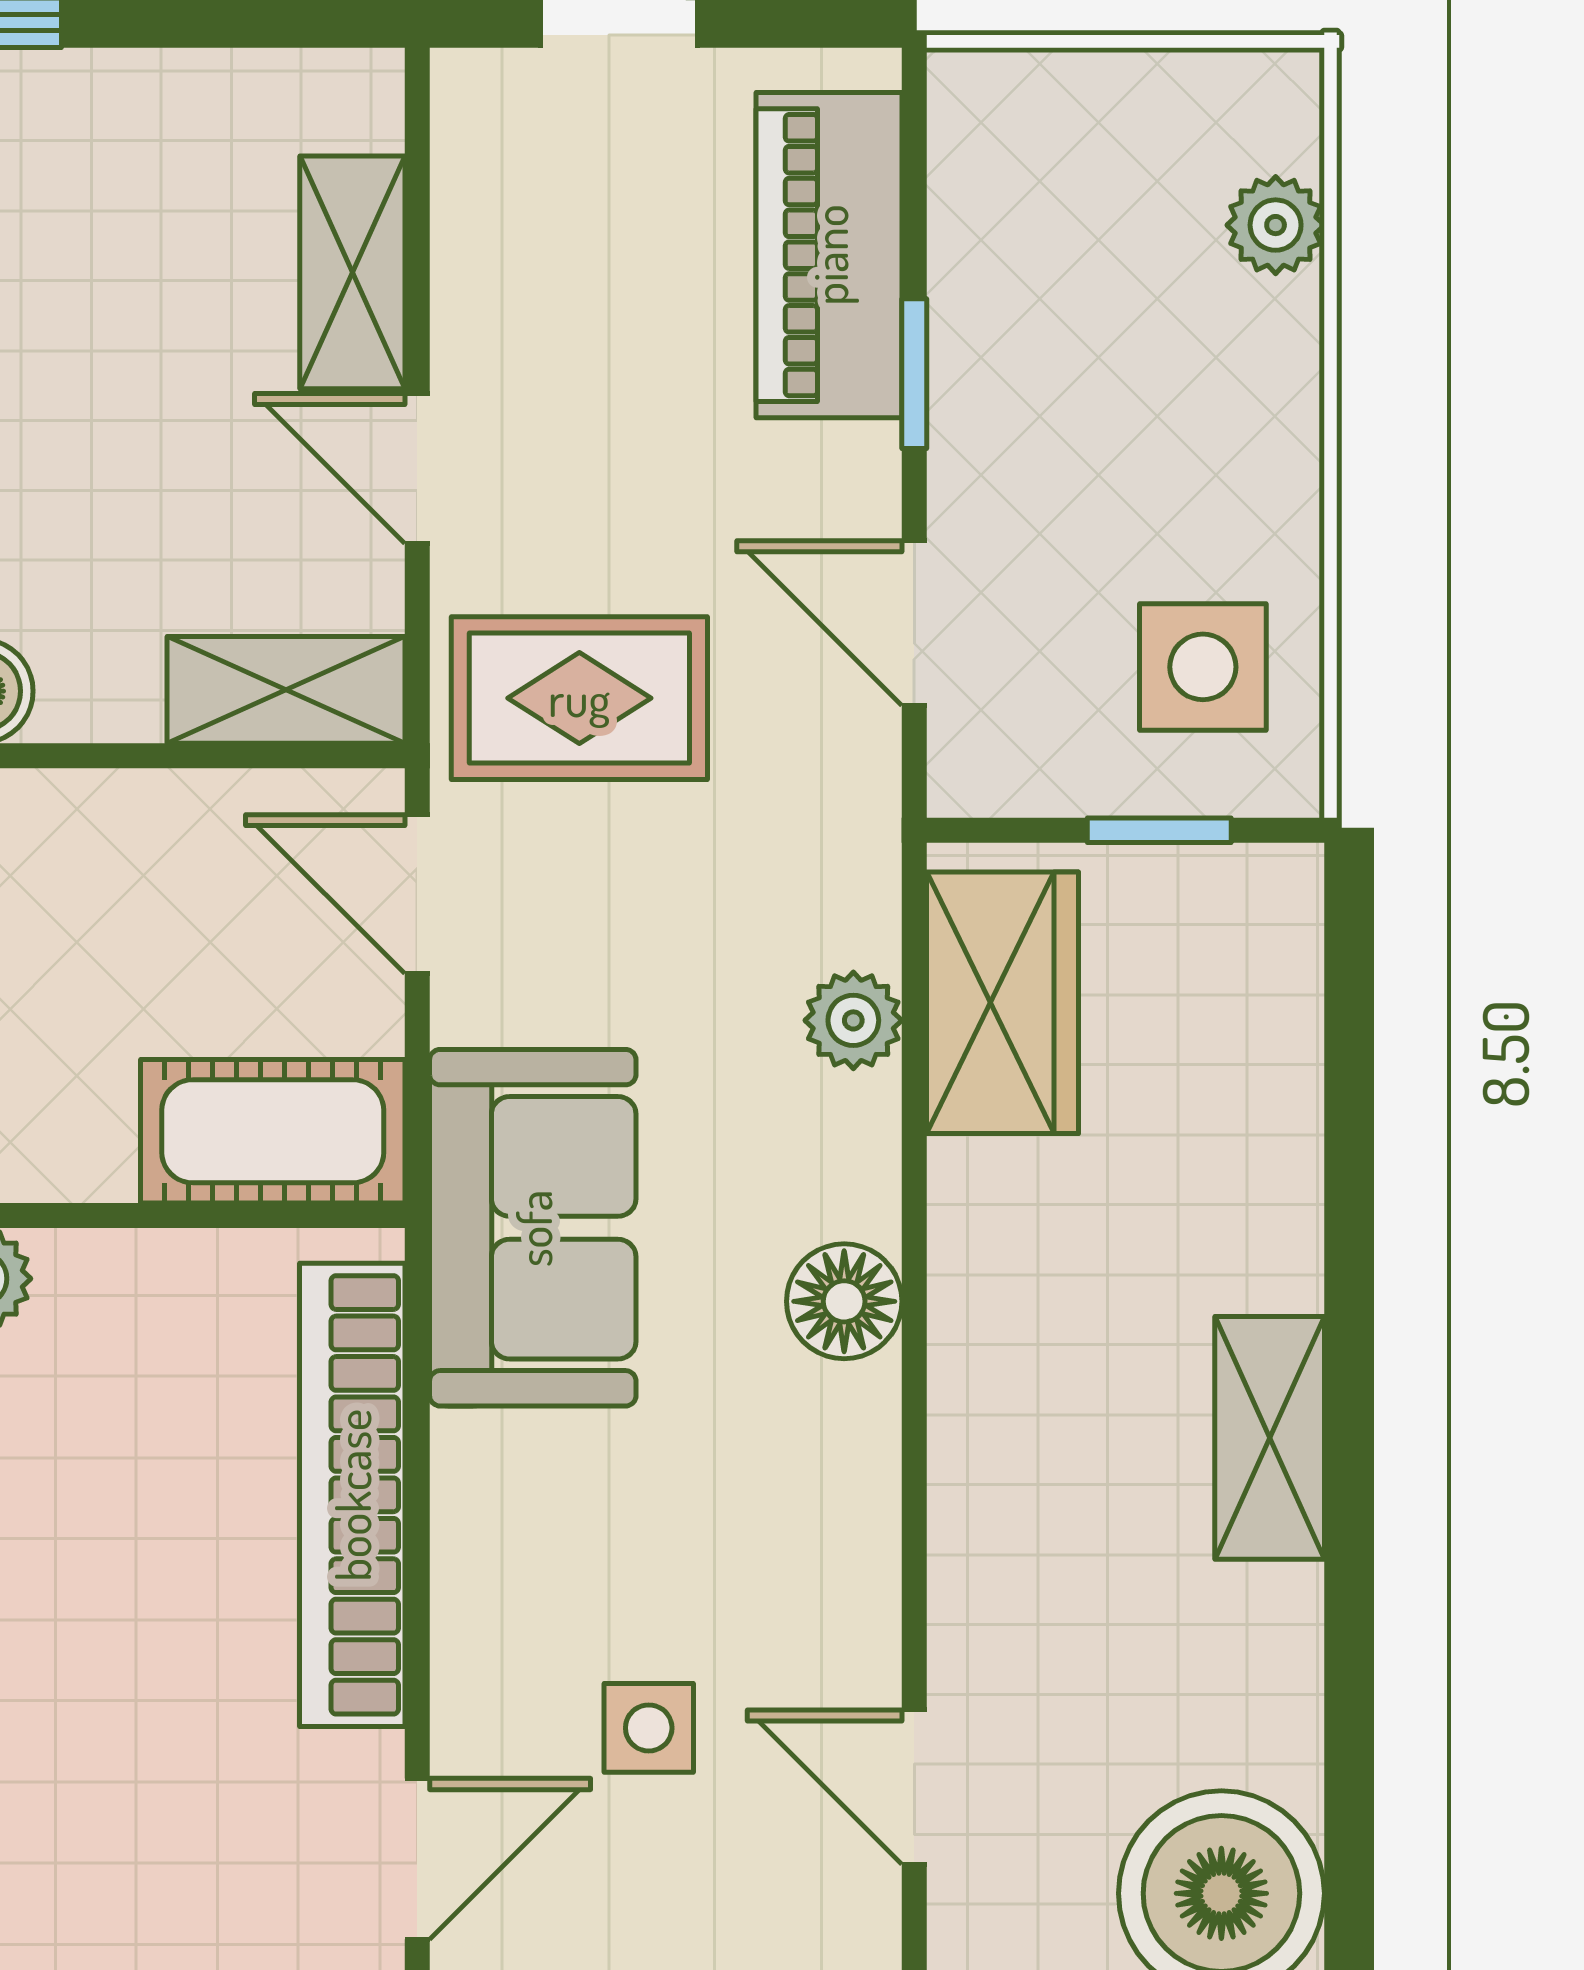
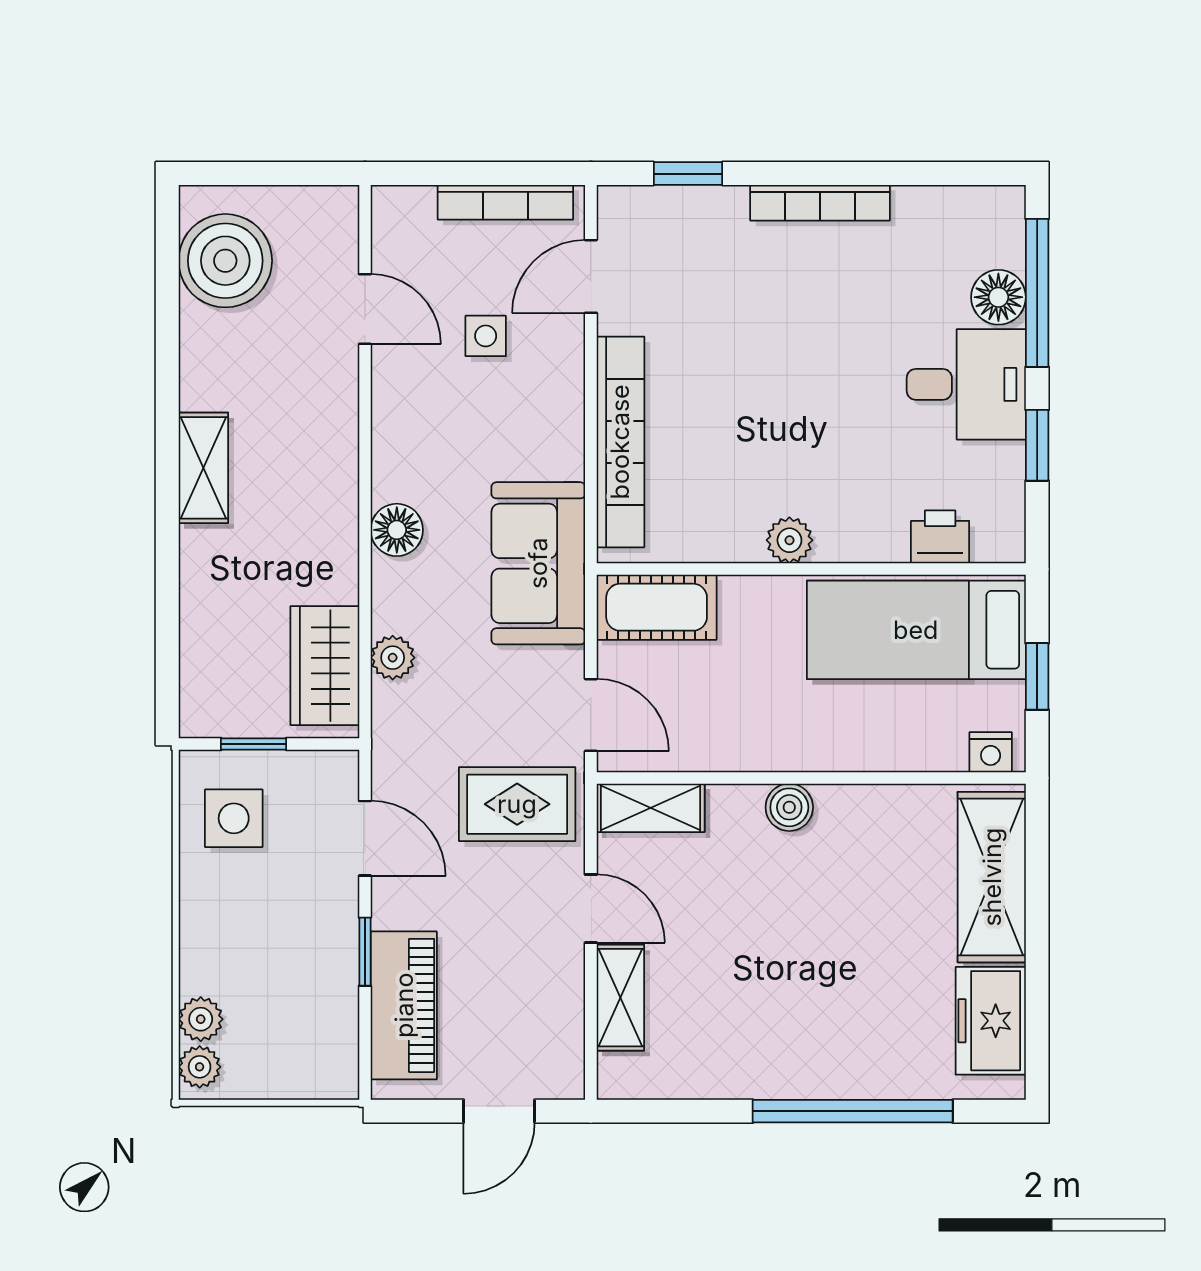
plant: (1278, 120) -> (200, 1067), added

